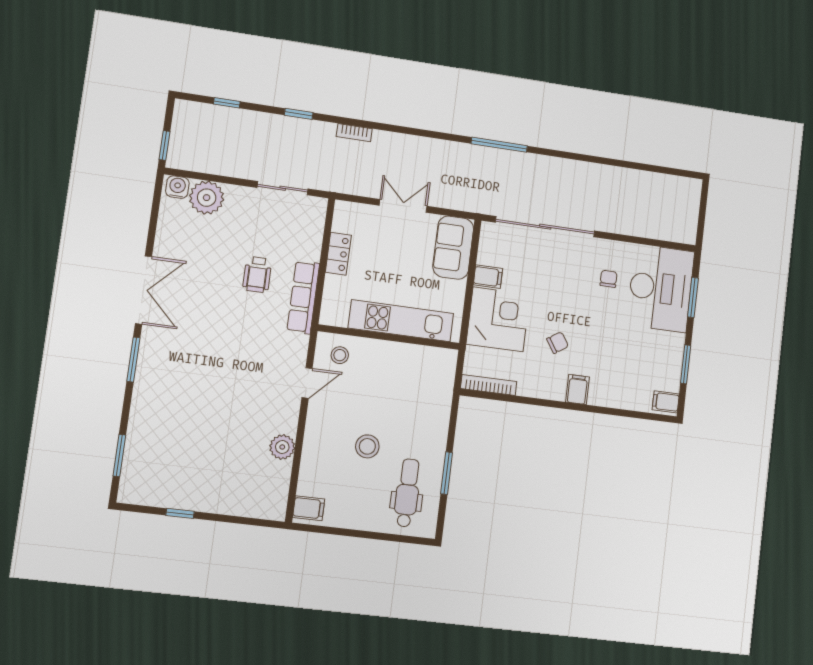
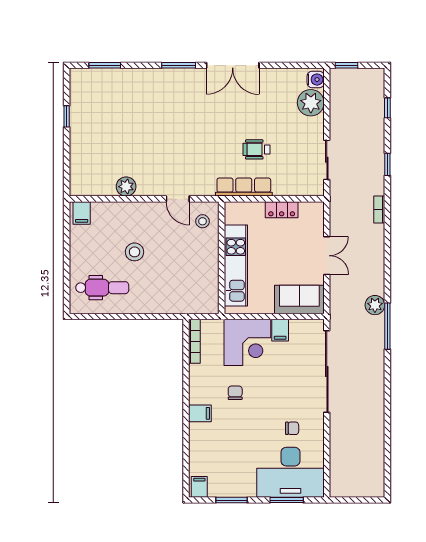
plant: (472, 156) -> (375, 305), added
chair: (558, 343) -> (235, 393), turned -147
window: (447, 473) -> (121, 317), removed

